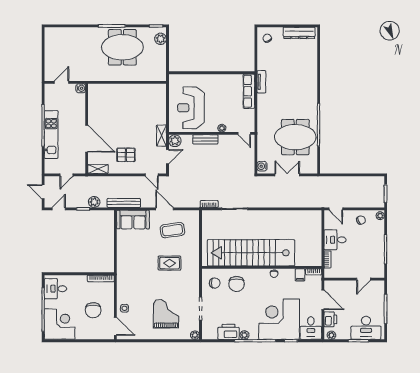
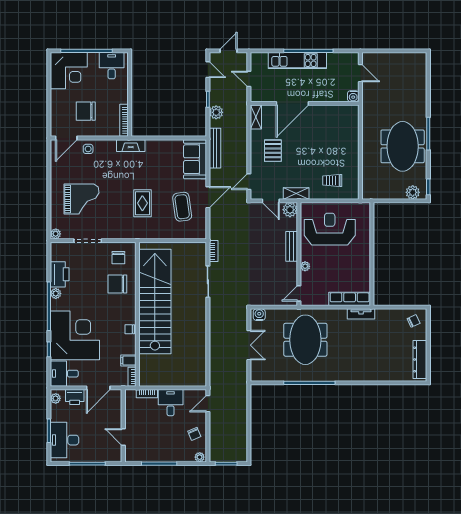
trolley: (151, 106) -> (332, 180), added
meeting table: (295, 137) -> (305, 340), moved
fireplace: (122, 273) -> (131, 146), added

